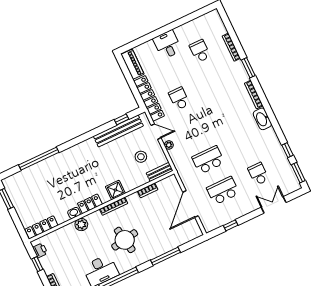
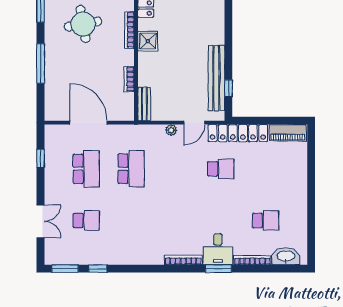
desk: (167, 45) -> (218, 249), moved, turned 90
washbasin: (262, 119) -> (286, 256), moved
stool: (141, 157) -> (173, 90), removed

